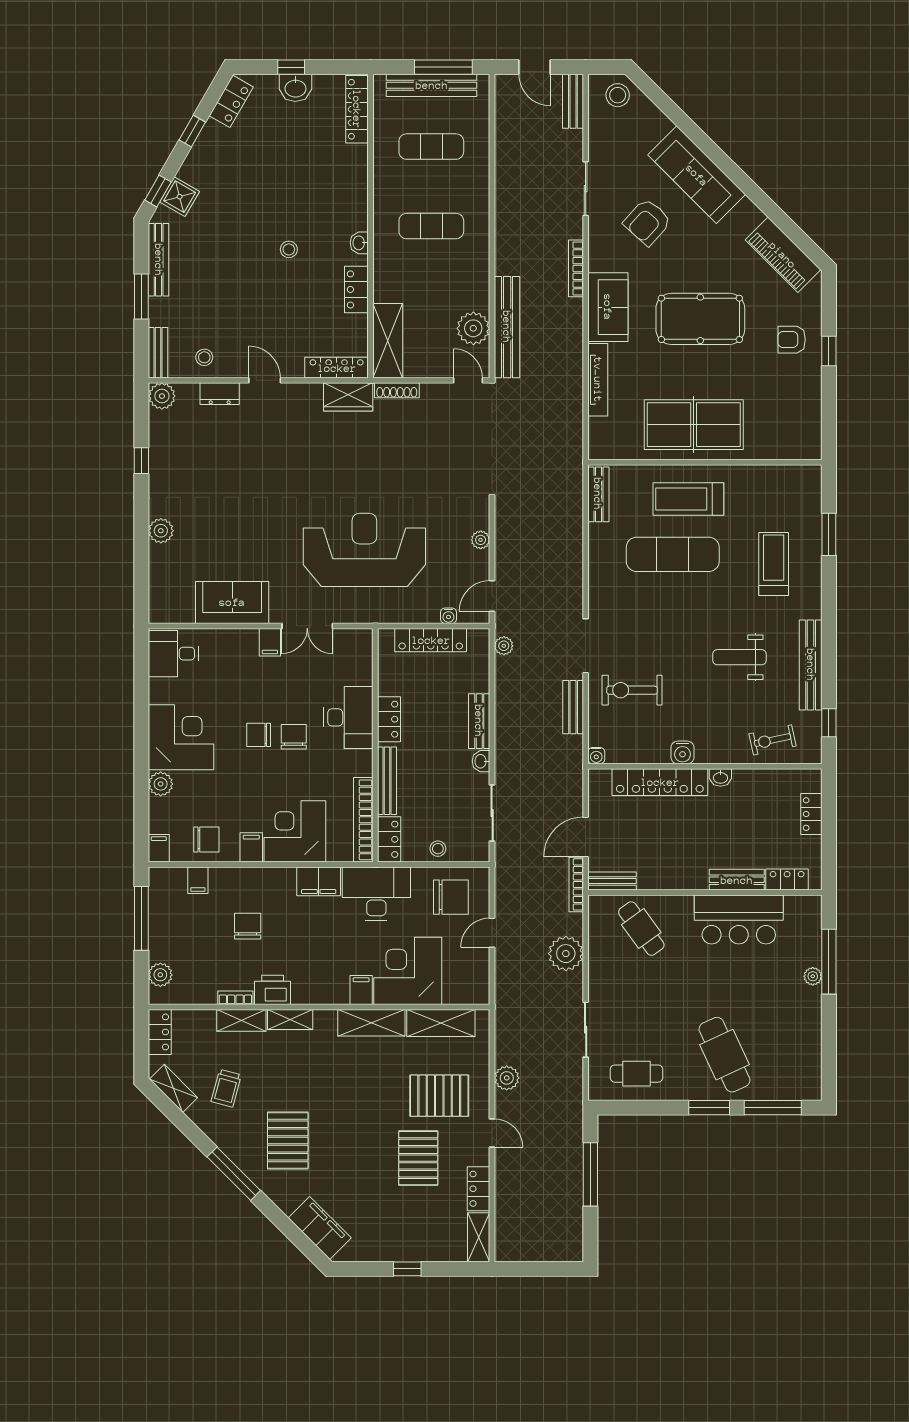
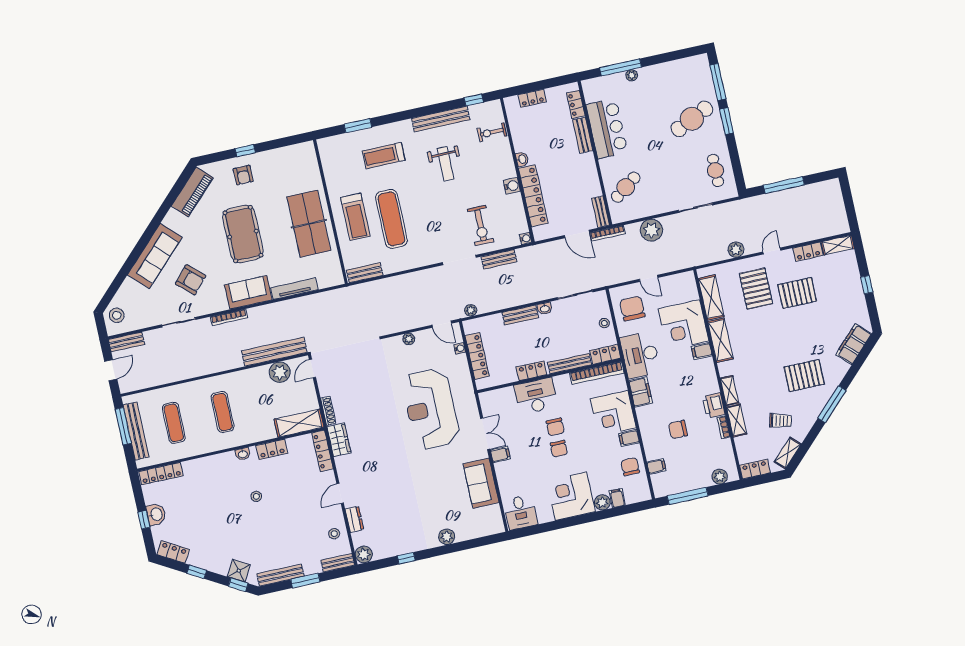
chair: (294, 737) -> (555, 427), turned -90
exercise bike: (772, 740) -> (492, 132), turned 102
filing cabinet: (159, 848) -> (617, 498), moved, turned 90

